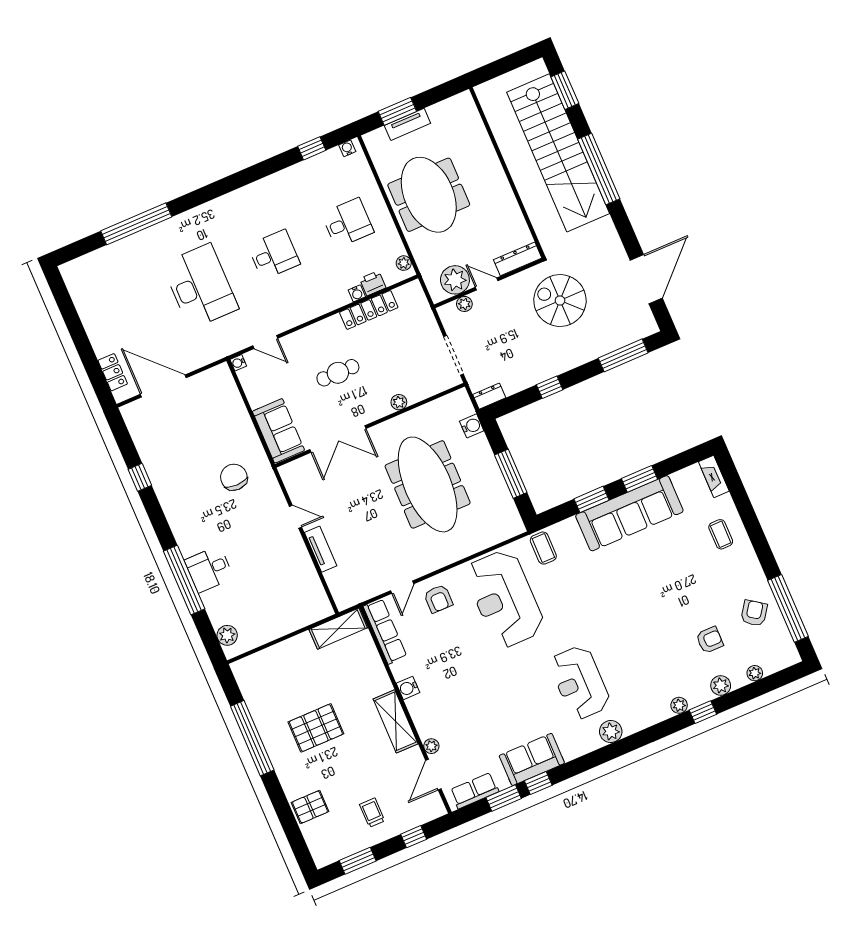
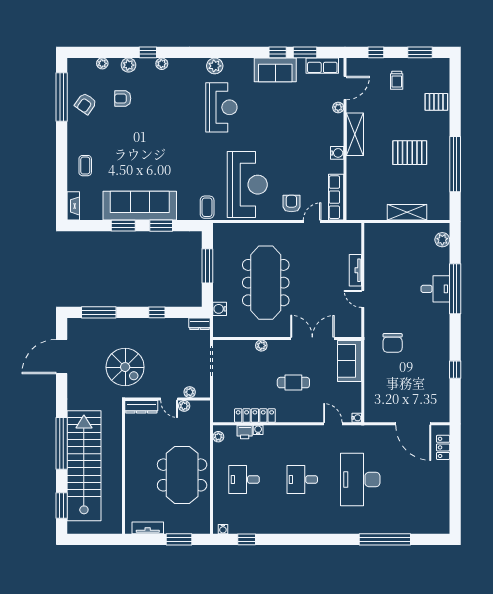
tv unit: (407, 124) -> (148, 528), moved
plant: (455, 280) -> (184, 406), width x0.53, depth x0.53
shelving: (338, 629) -> (407, 212), moved

